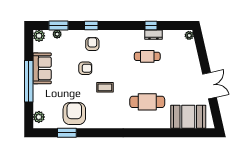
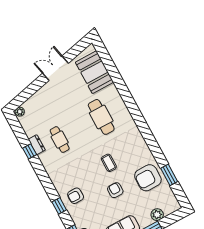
armchair: (85, 68) -> (115, 190), moved
plant: (39, 117) -> (157, 215), moved

